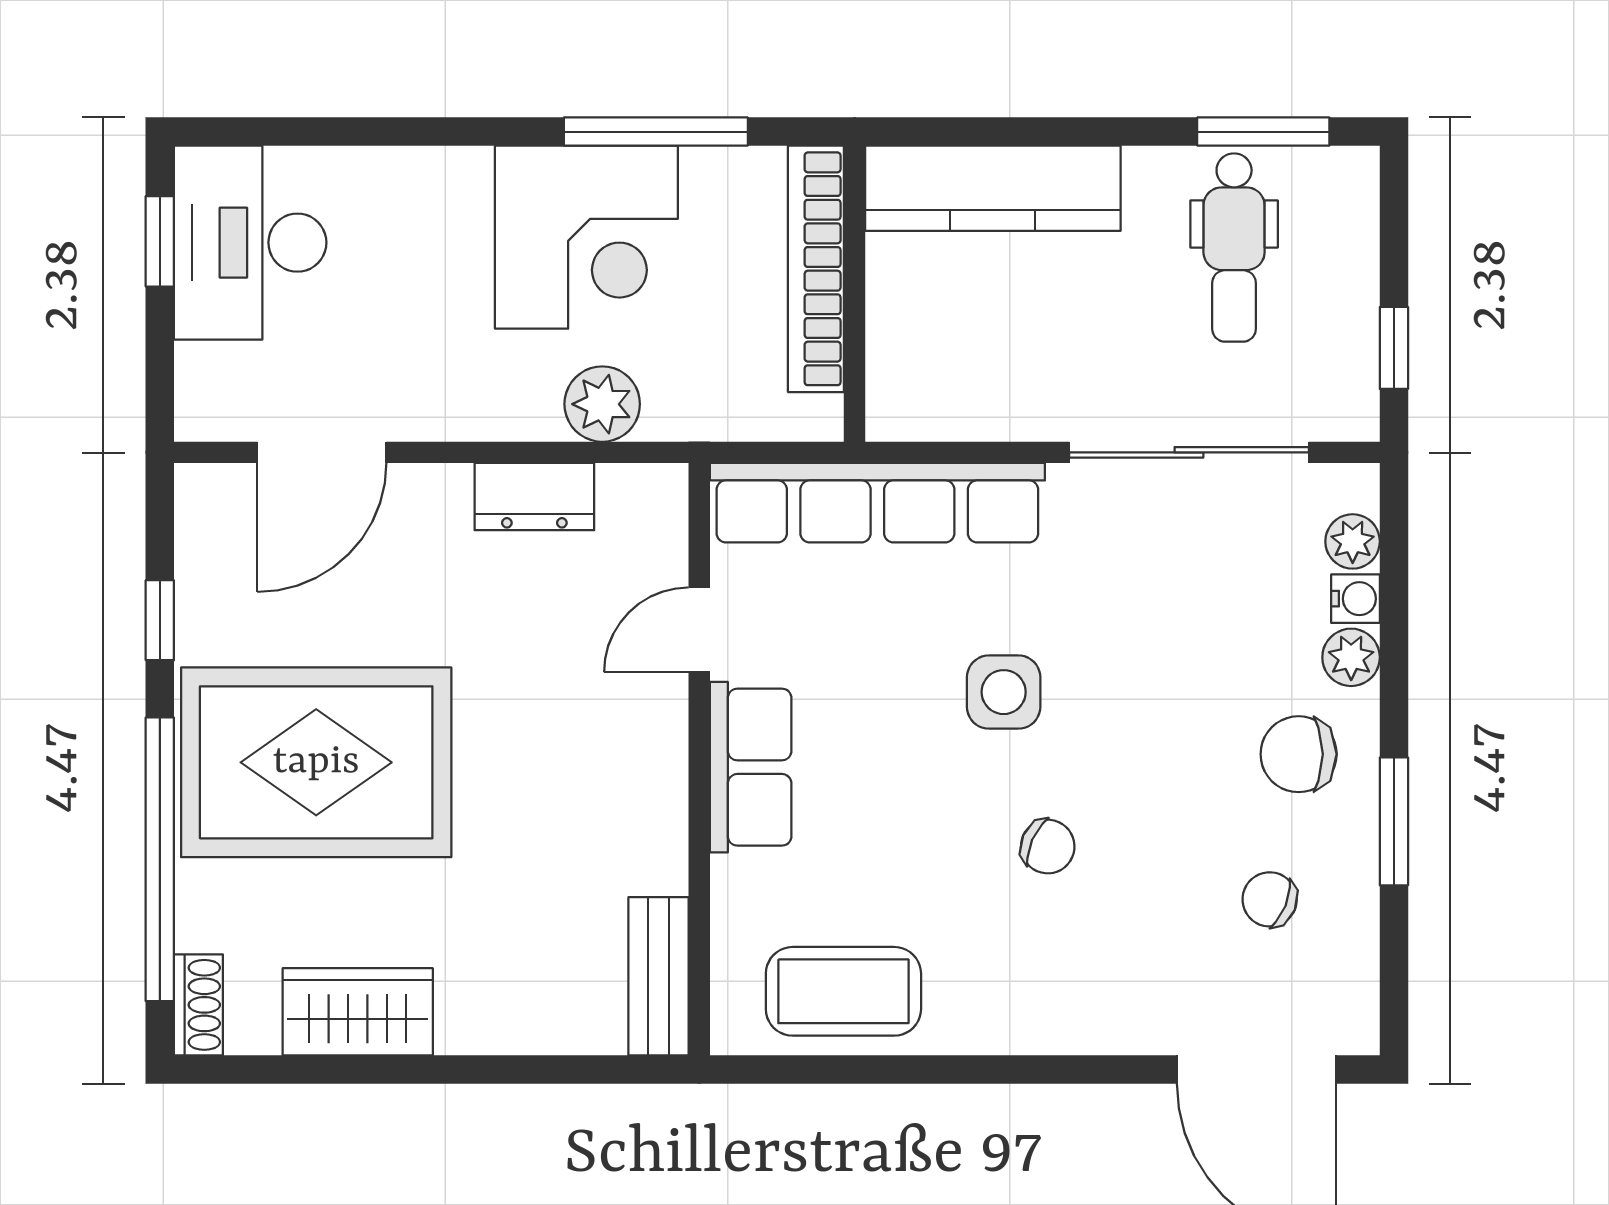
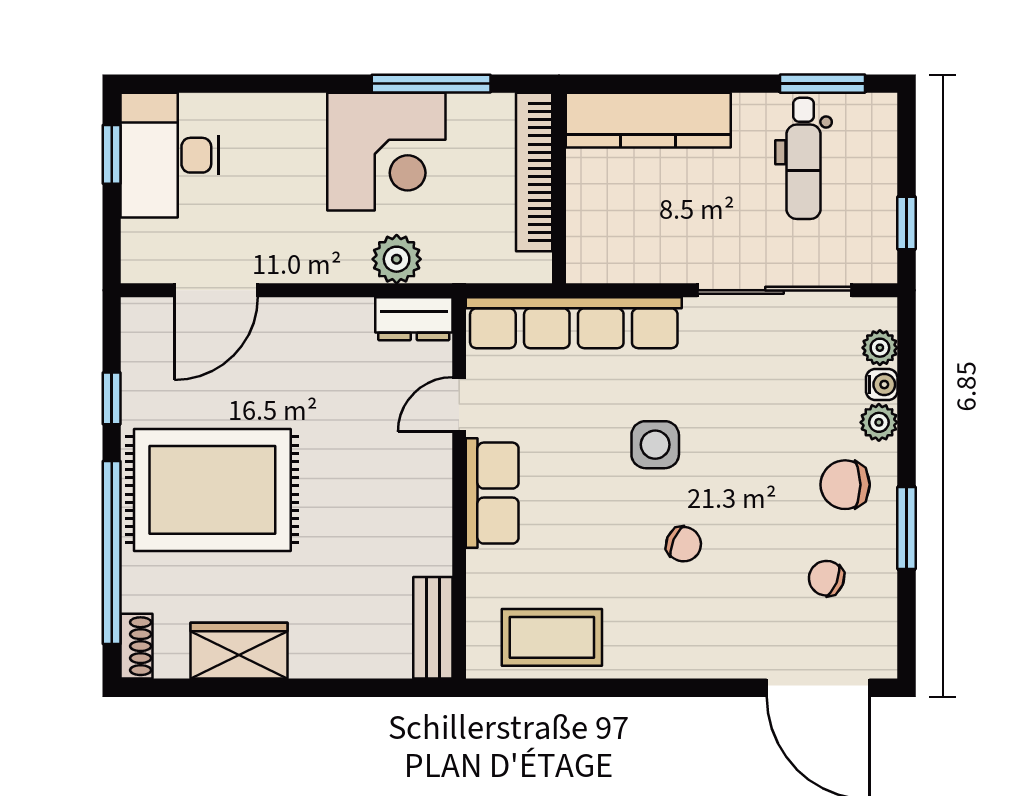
dresser: (534, 497) -> (414, 319), moved

